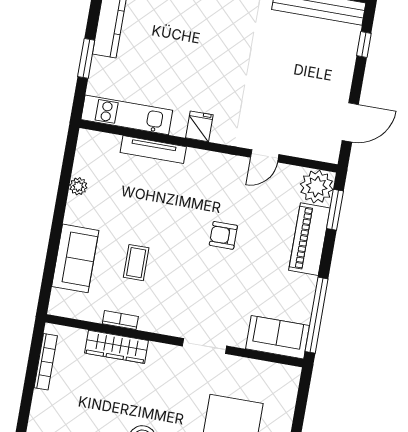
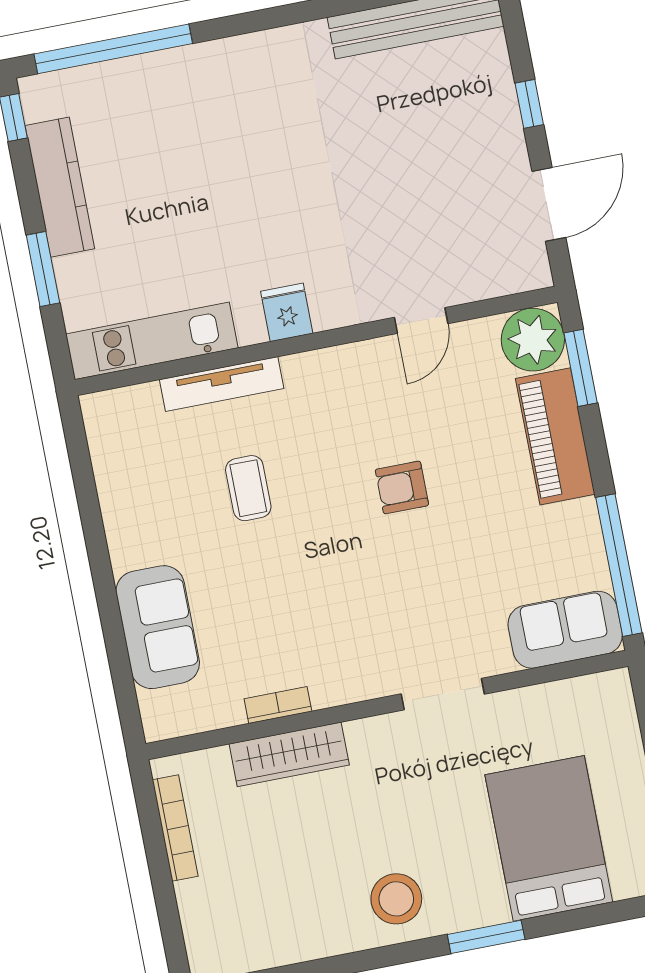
window: (364, 44) -> (529, 104), moved
plant: (78, 186) -> (115, 499), removed
coffee table: (136, 263) -> (248, 488), moved

